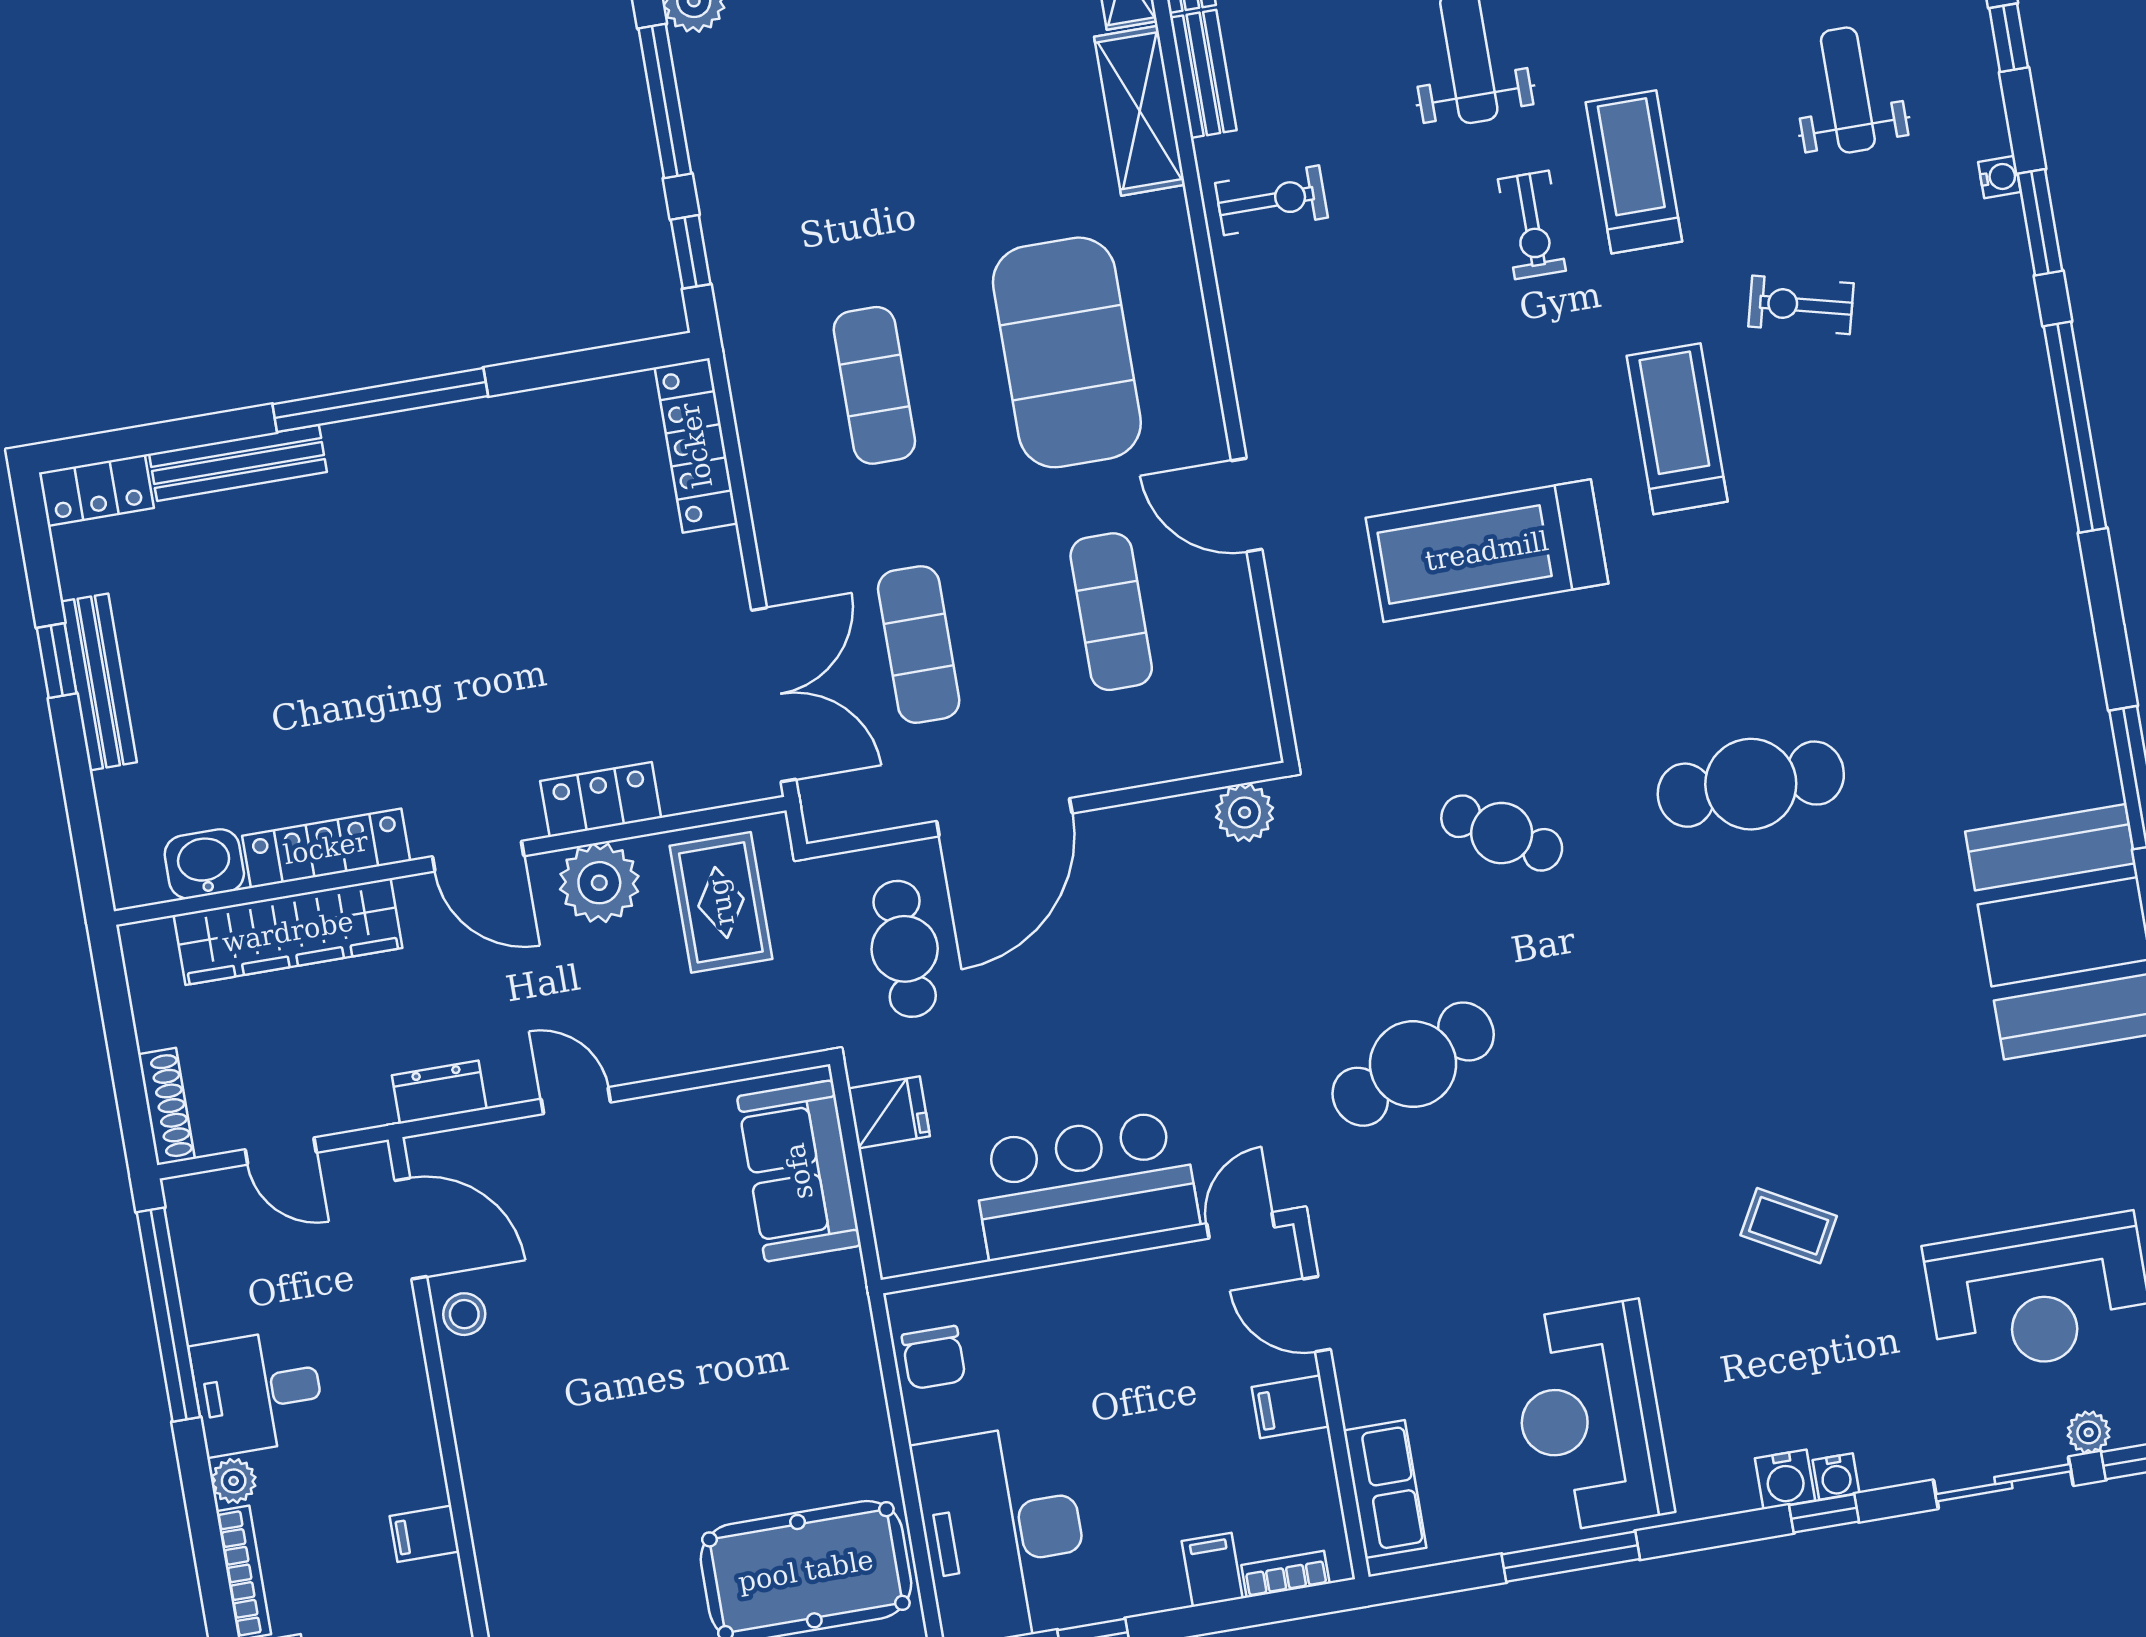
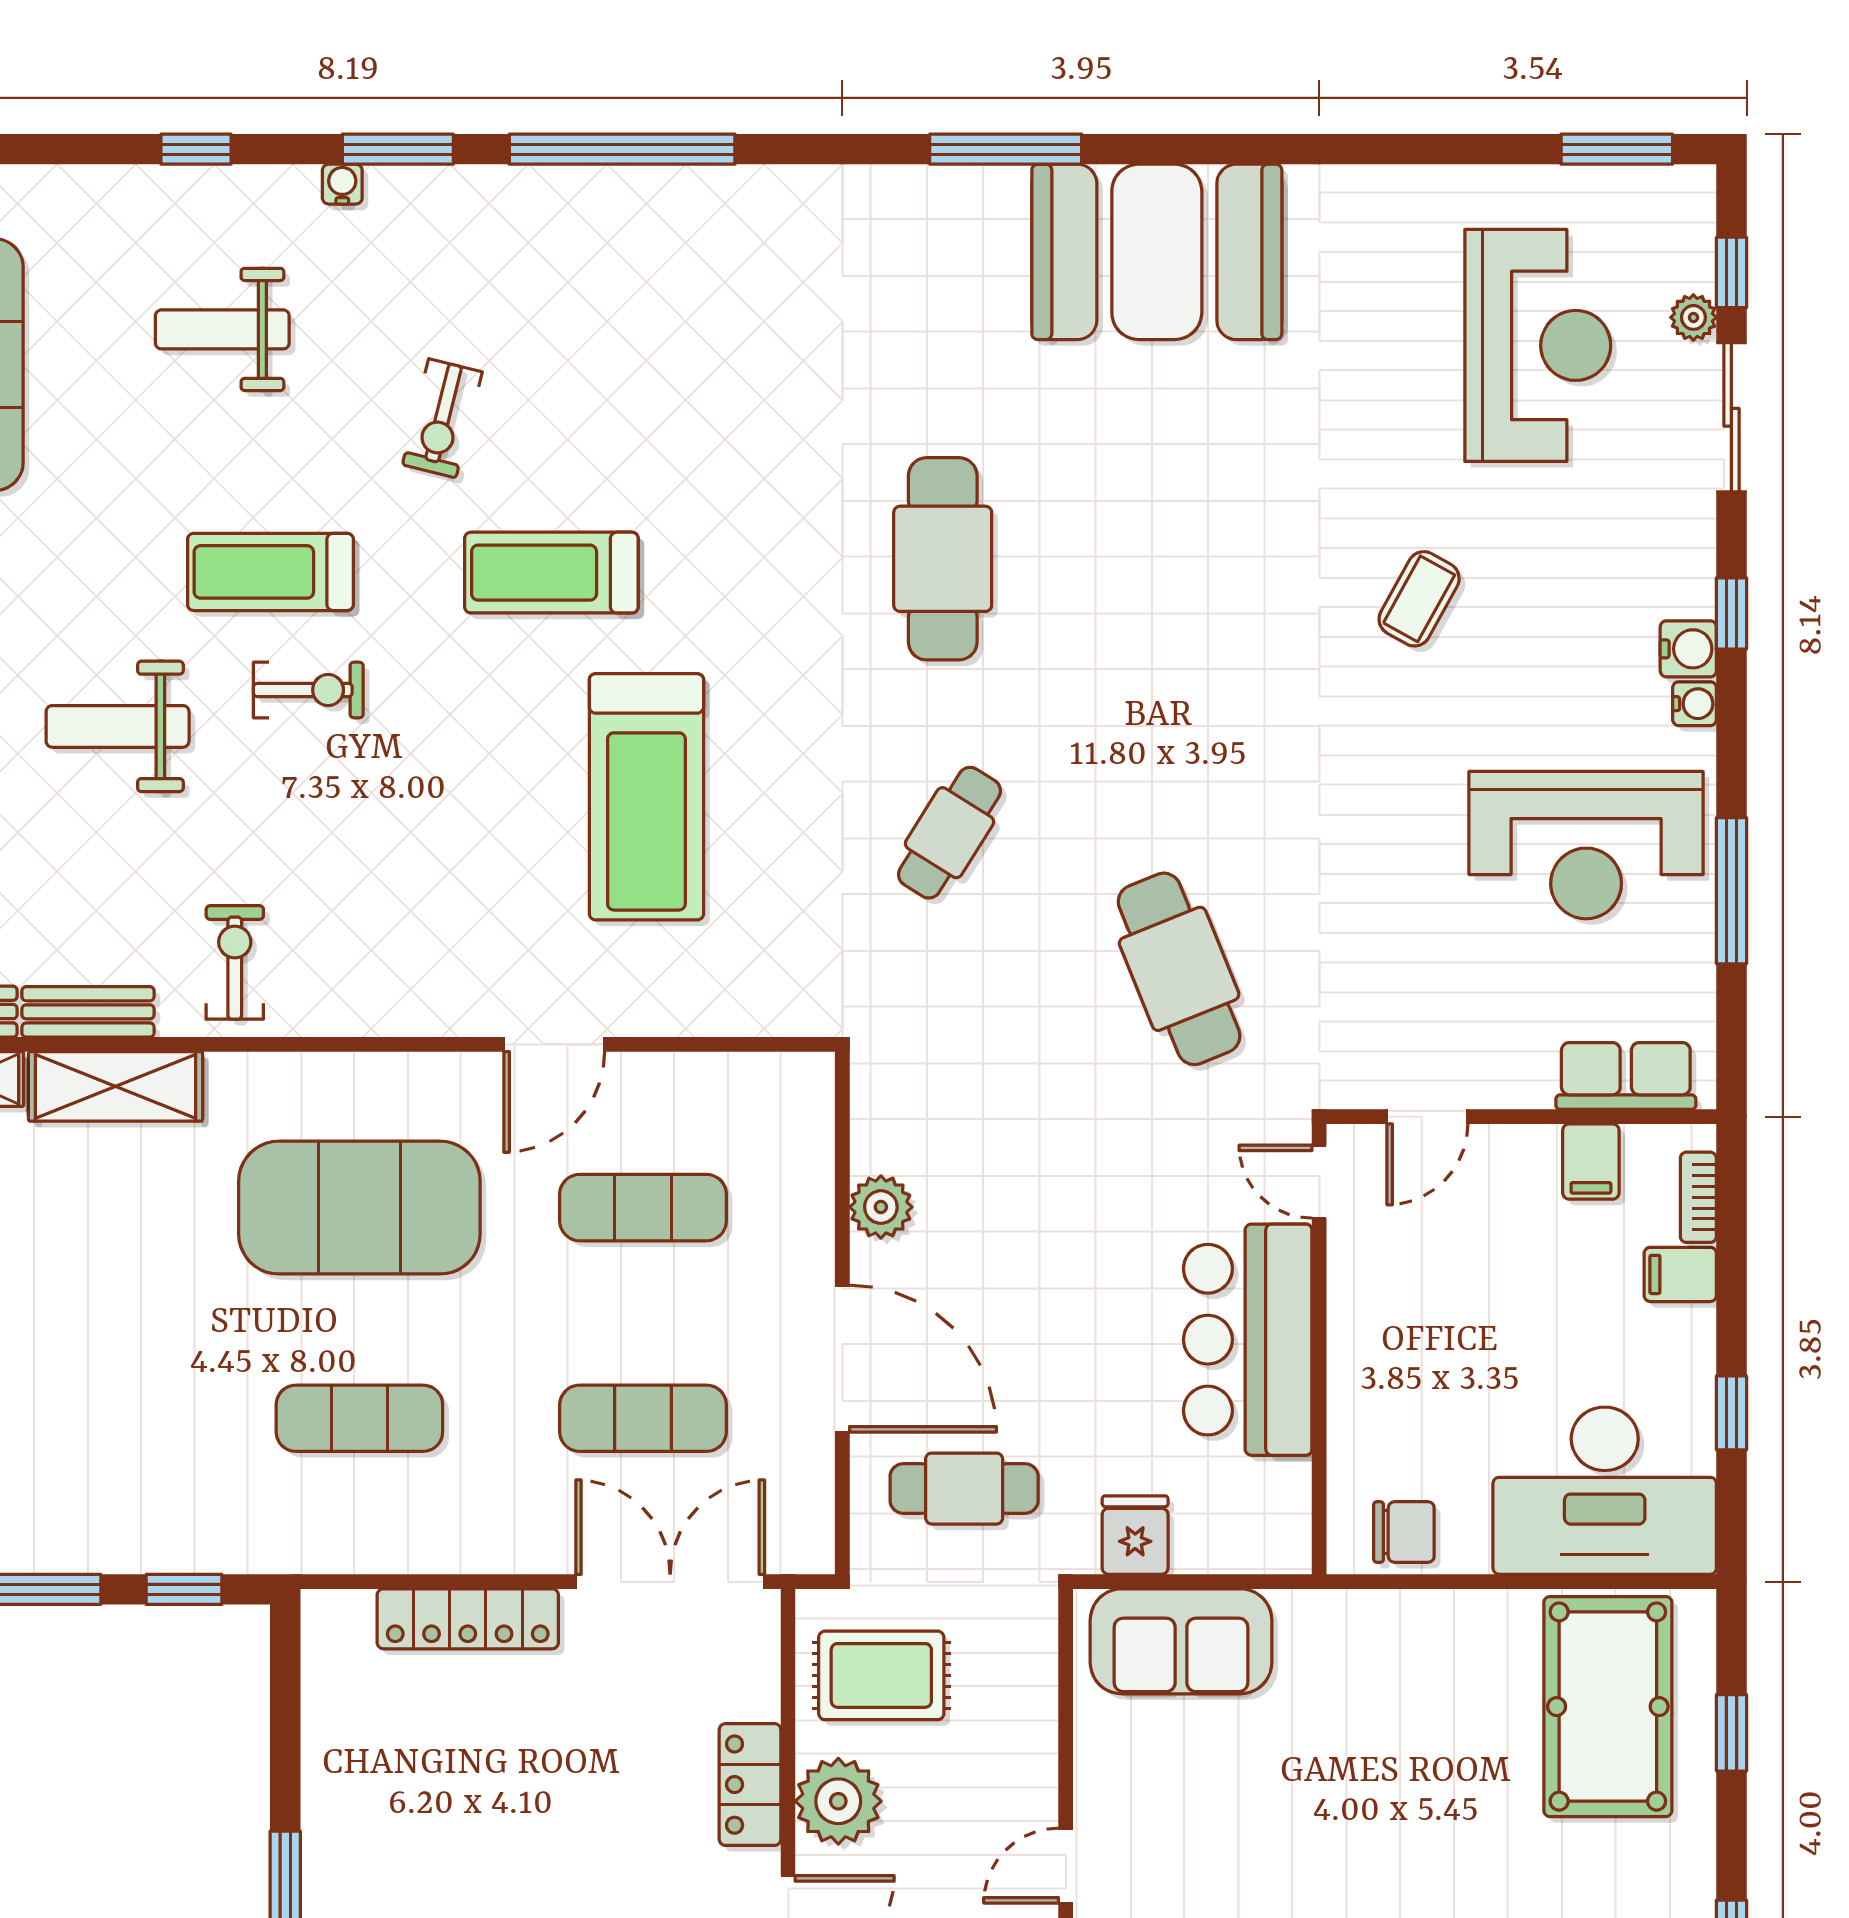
locker: (696, 445) -> (468, 1619), moved
plant: (1245, 812) -> (881, 1207), moved
filing cabinet: (1290, 1407) -> (1591, 1162), moved
water cooler: (1836, 1477) -> (1694, 704), moved

